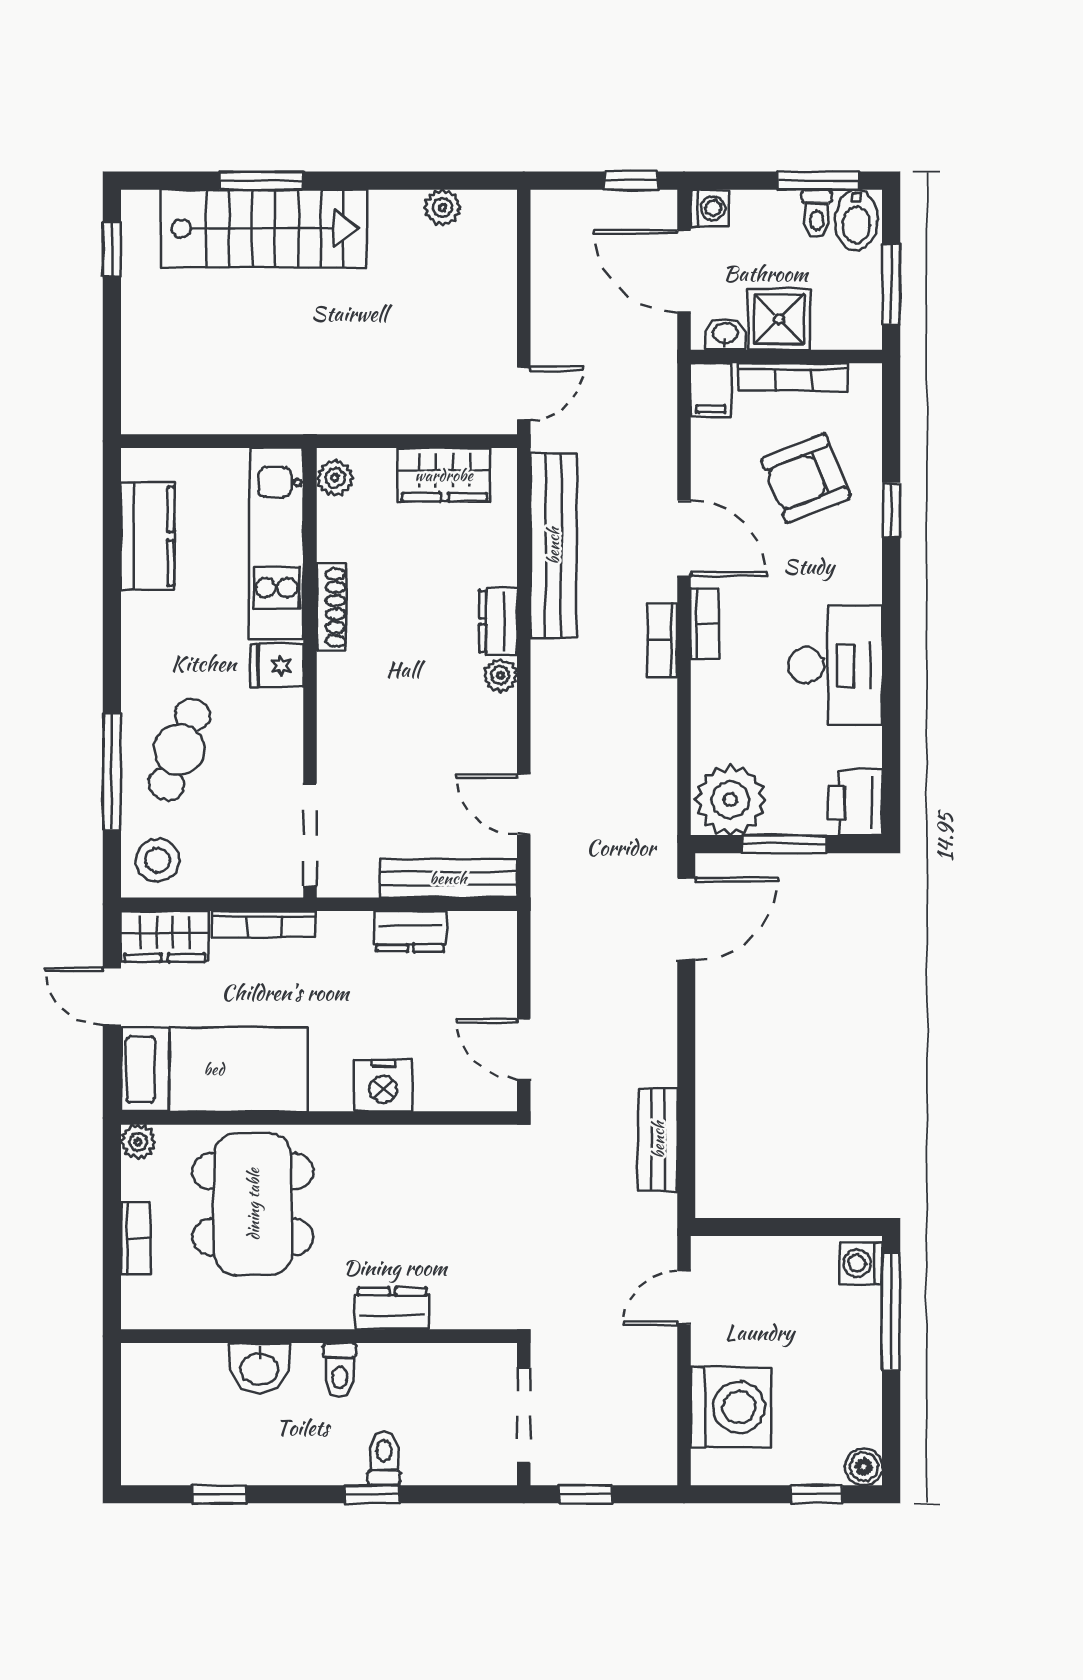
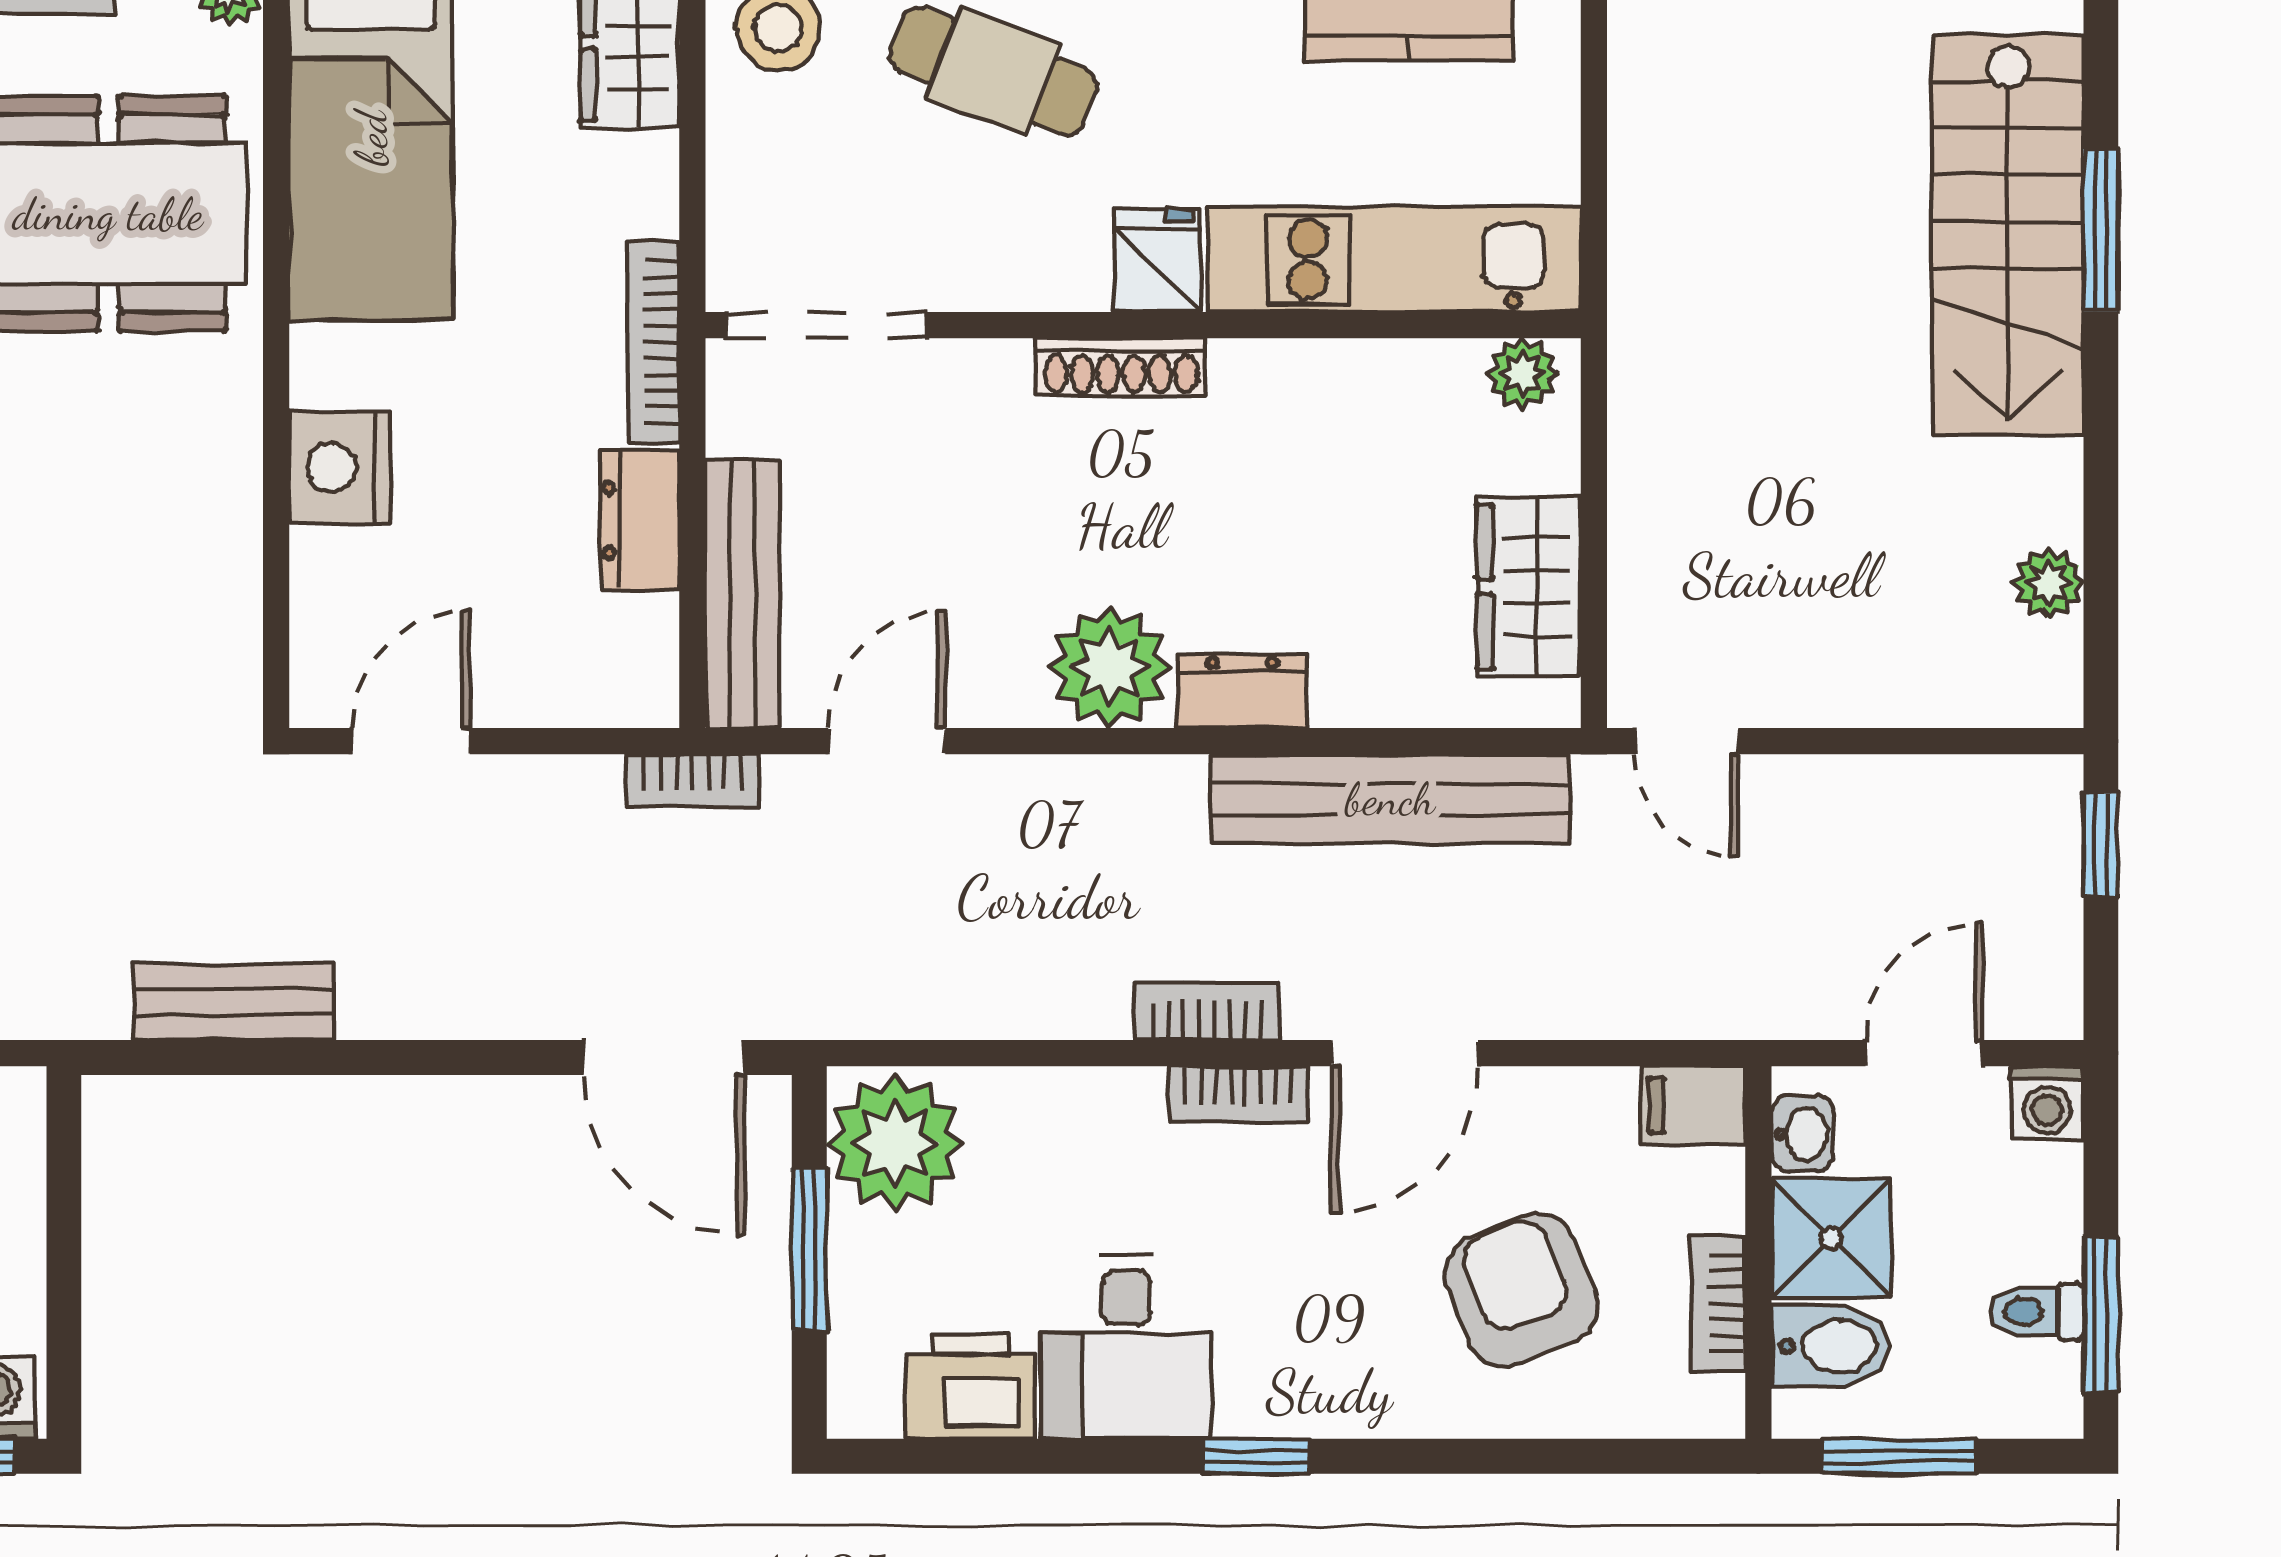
window: (631, 181) -> (2101, 844), moved
bidet: (856, 220) -> (1831, 1346), moved, turned 180
door: (684, 271) -> (1924, 1053), width x0.73
bookcase: (793, 377) -> (1718, 1303), width x0.64
window: (891, 510) -> (1256, 1456), moved
shoe rack: (332, 607) -> (1121, 367), moved
desk: (835, 665) -> (1126, 1347), width x0.73
plant: (500, 675) -> (1110, 667), width x1.88, depth x1.88
printer: (855, 803) -> (971, 1386), moved
bookcase: (544, 904) -> (692, 781), added
bookcase: (264, 924) -> (653, 342), moved

